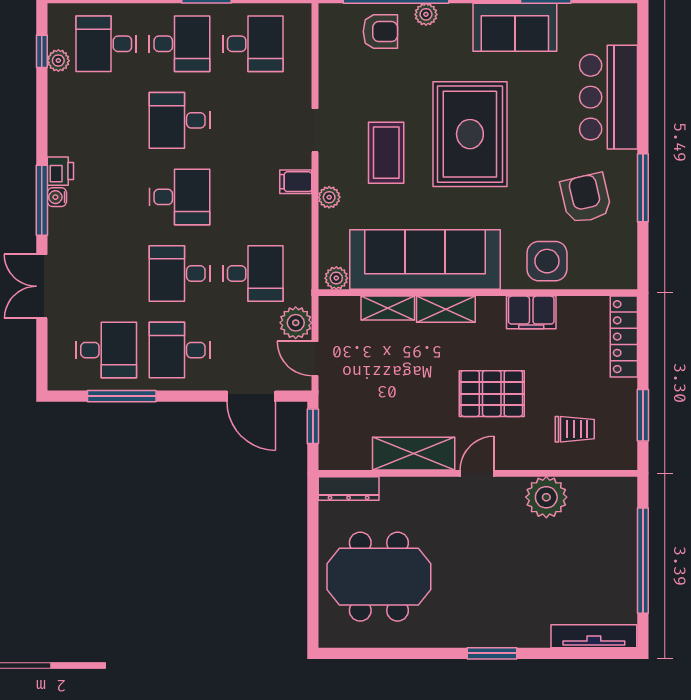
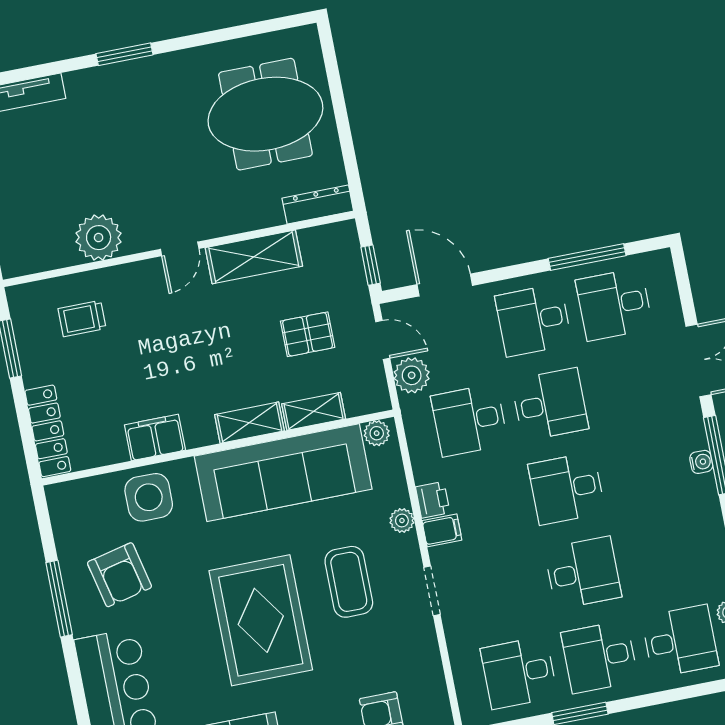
printer: (60, 171) -> (433, 500), moved, turned 180
desk: (180, 350) -> (533, 320), turned 180
pallet: (492, 394) -> (308, 334), moved, width x0.67, depth x0.71

